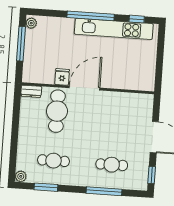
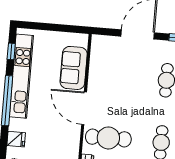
fridge: (62, 77) -> (16, 139), moved, turned 180
sofa: (122, 78) -> (74, 68), added

